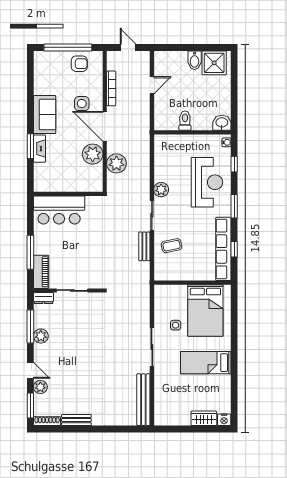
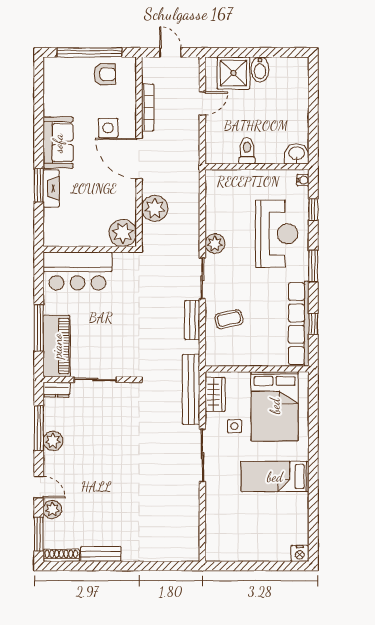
shower: (214, 63) -> (233, 73), moved
plant: (93, 154) -> (123, 233), moved
piano: (41, 272) -> (57, 346), width x1.37, depth x1.33
bench: (143, 400) -> (191, 389), moved
wardrobe: (204, 418) -> (215, 394), moved, turned 90

